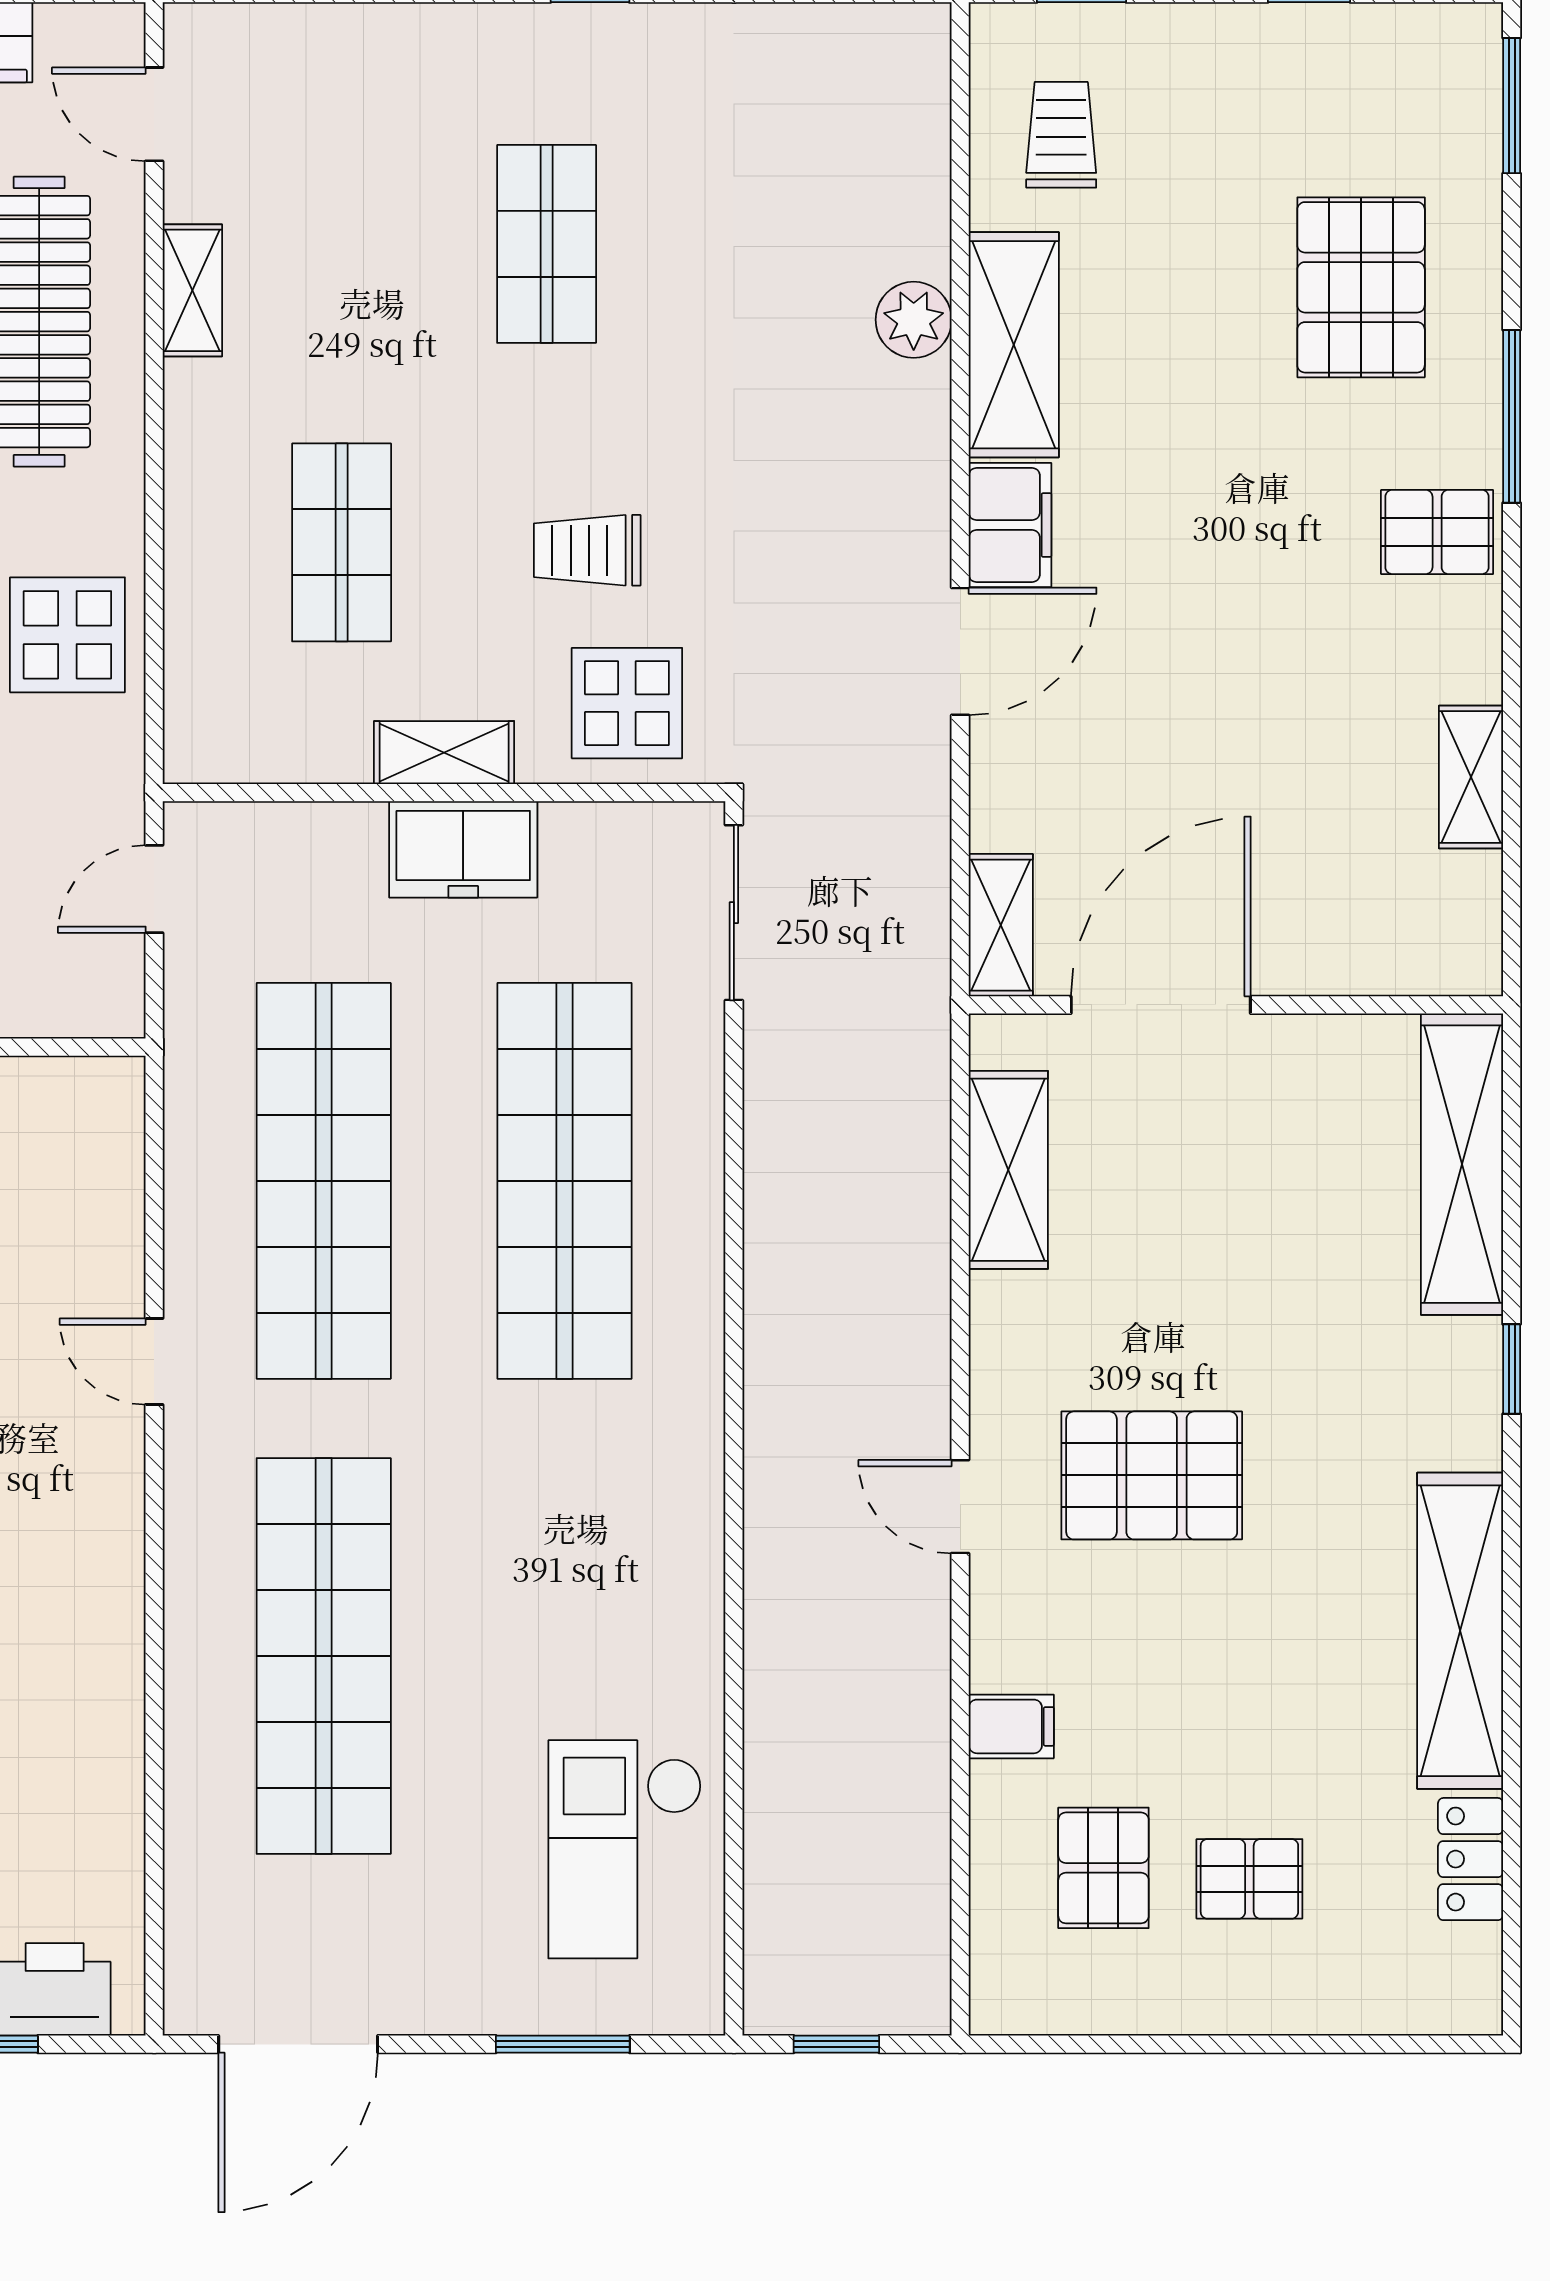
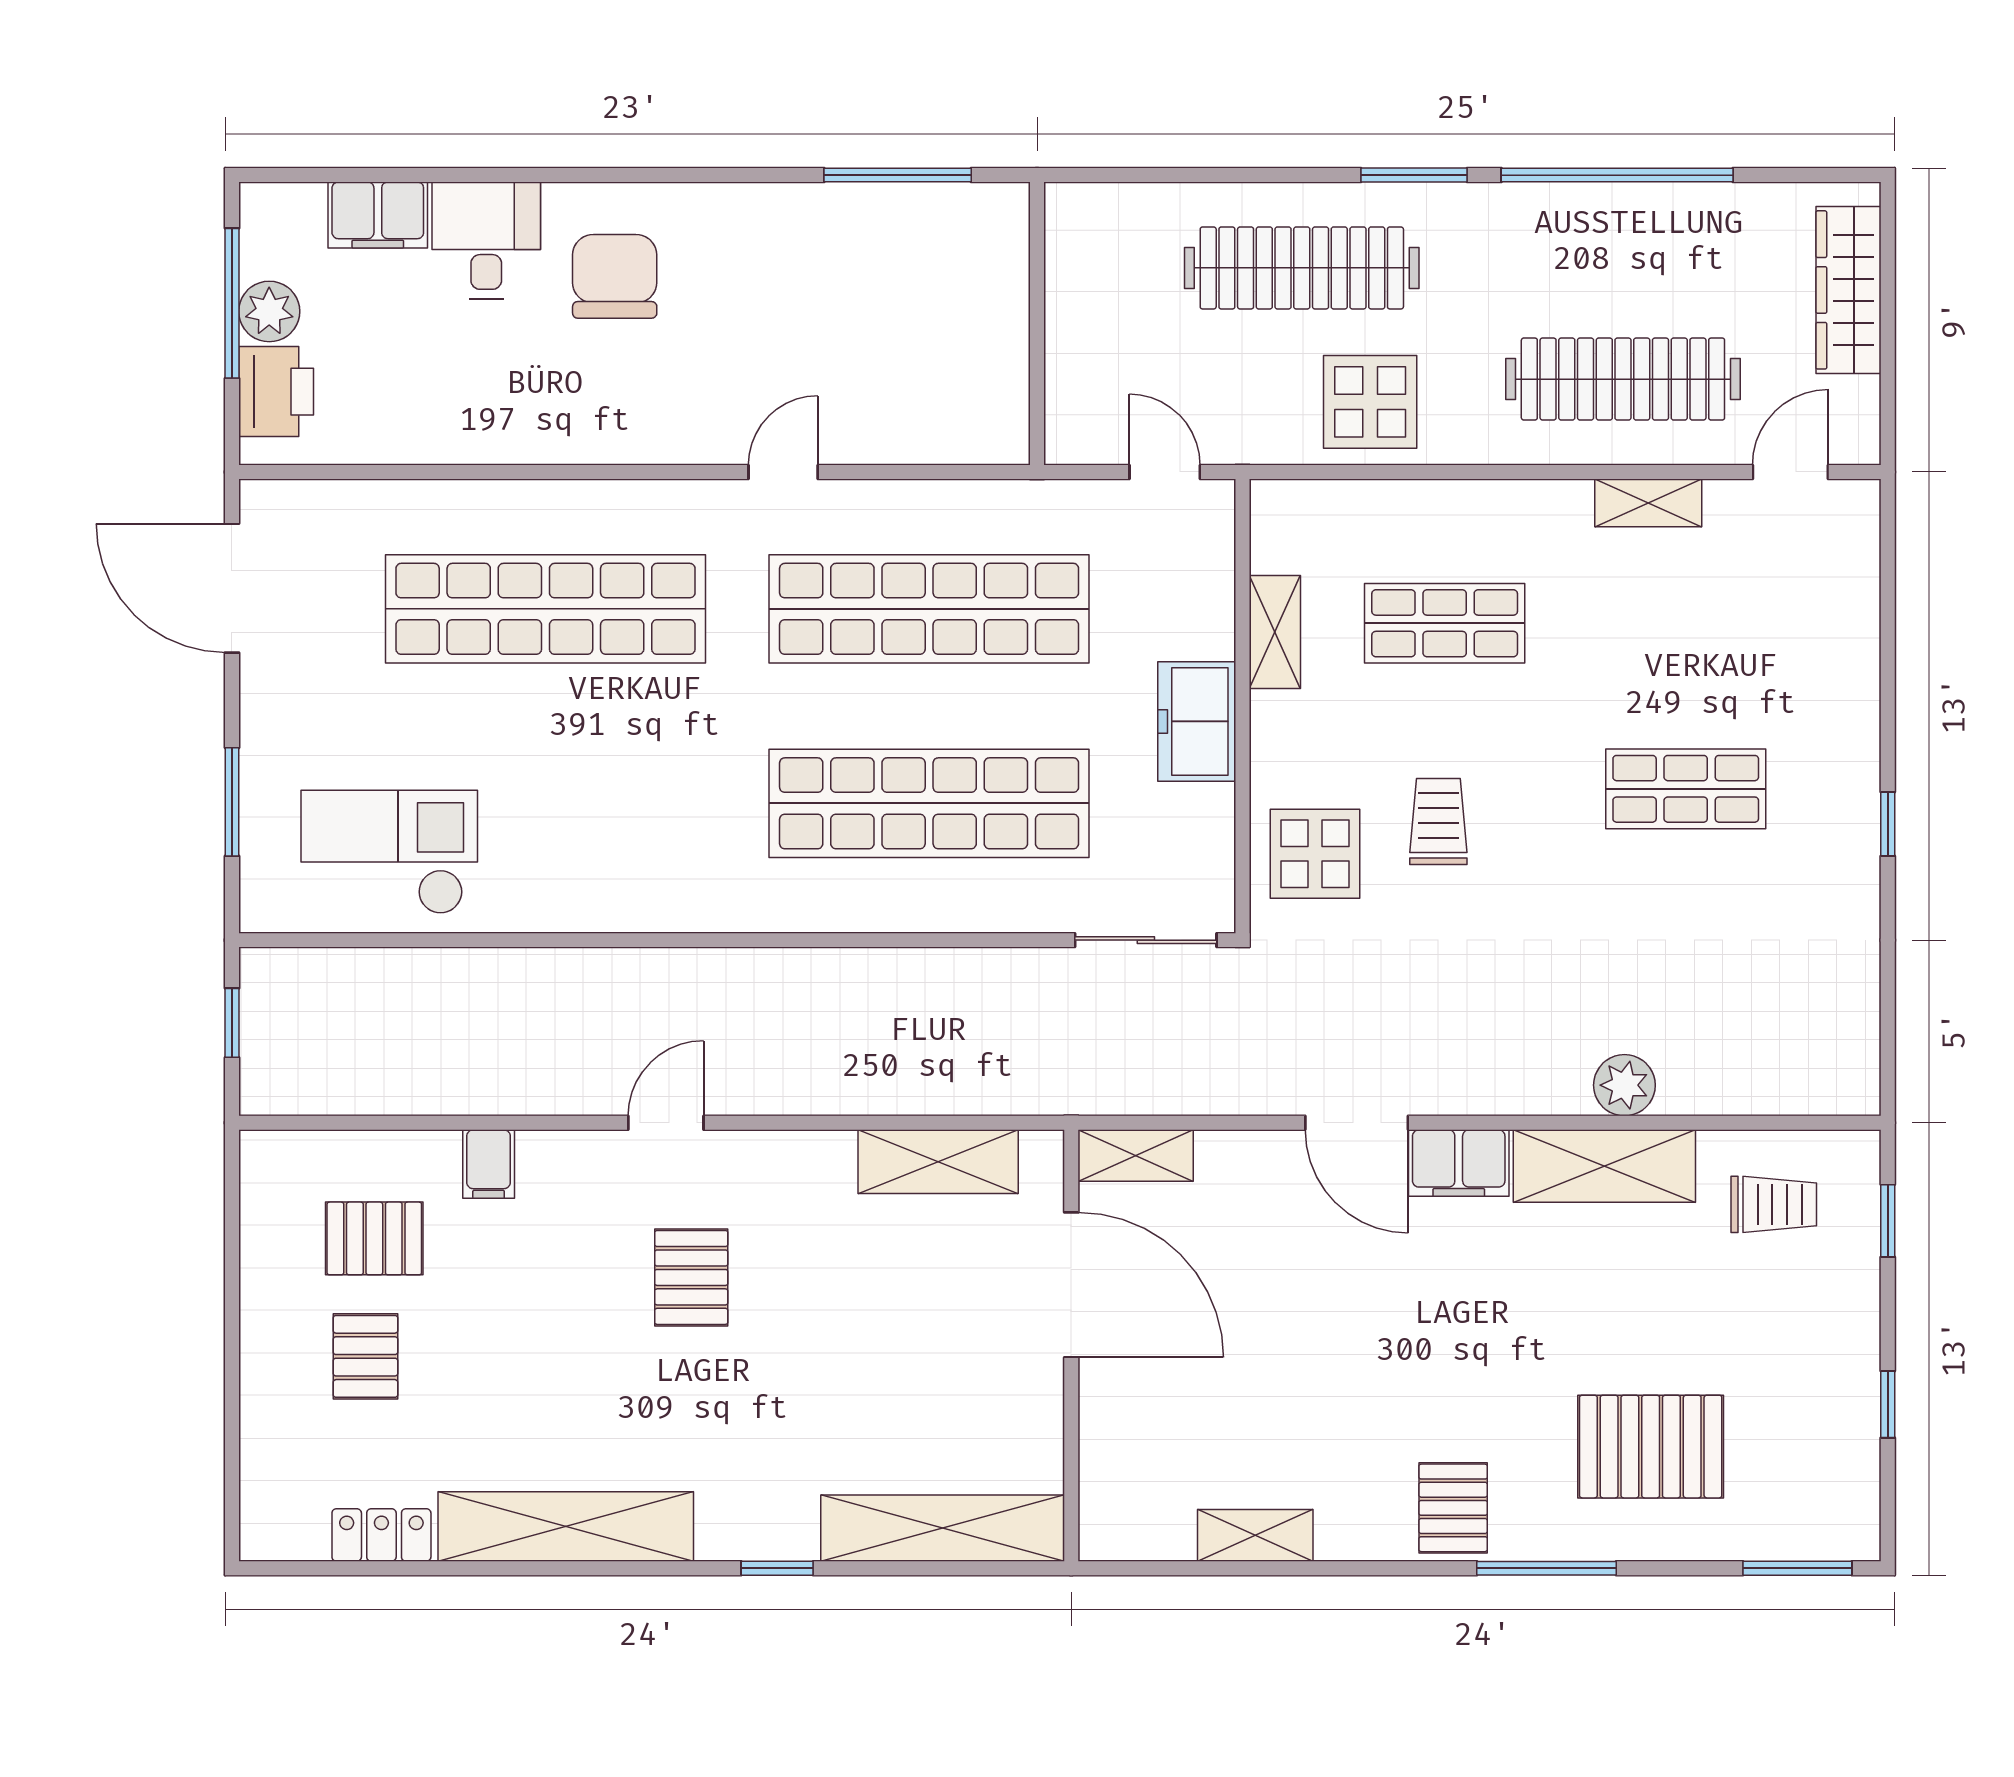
shelving: (444, 753) -> (1275, 632), moved
pallet: (1152, 1475) -> (691, 1277), width x0.67, depth x0.71

